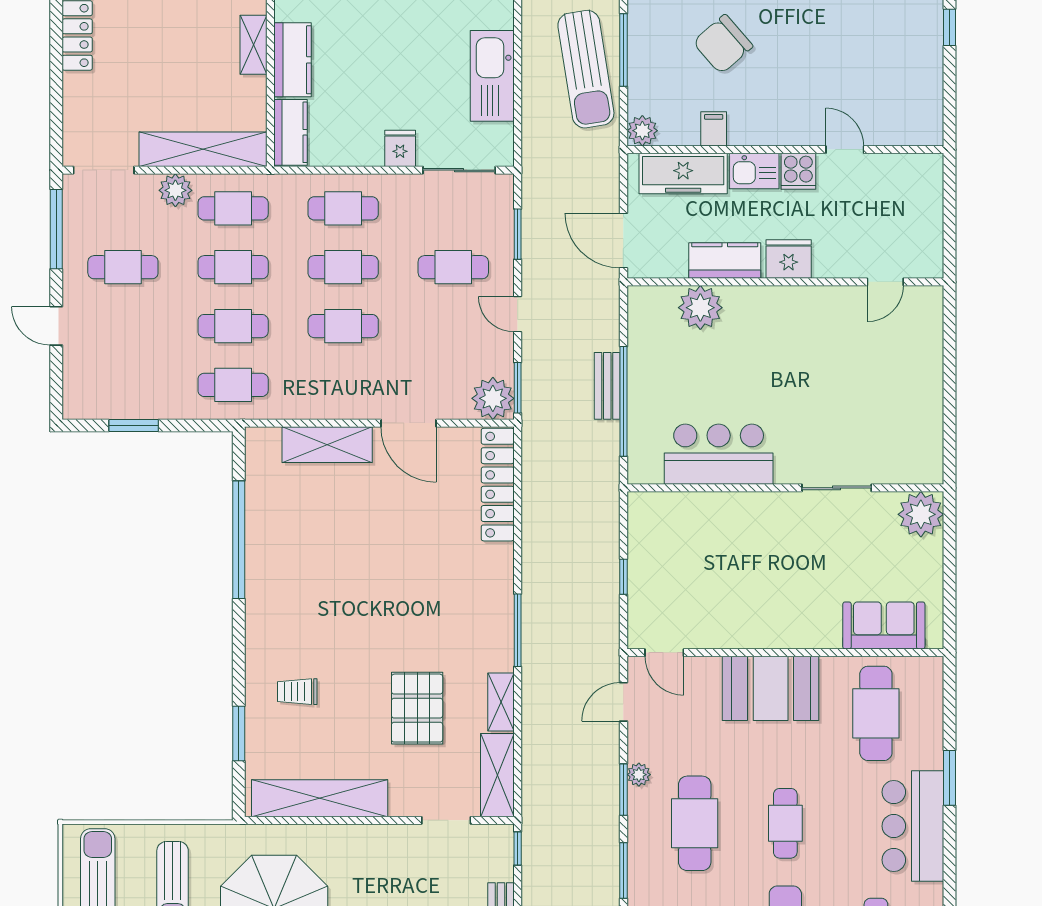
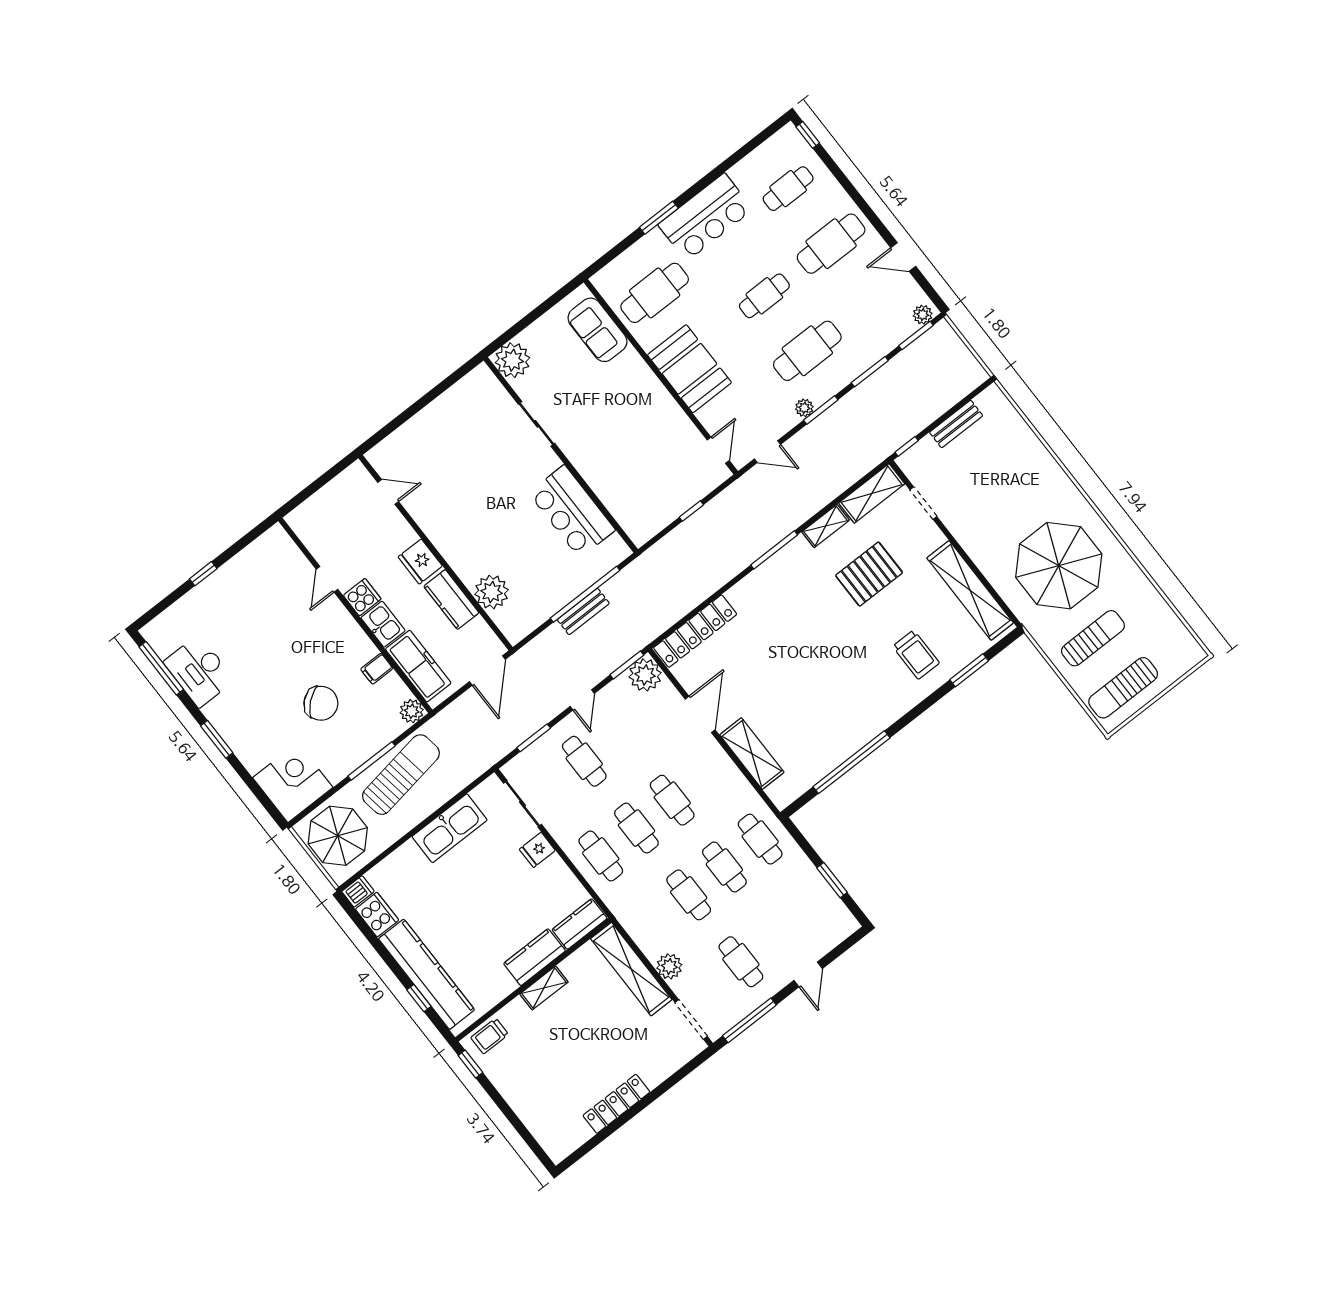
cafe table: (233, 208) -> (653, 923), removed
trolley: (297, 692) -> (916, 655), width x1.36, depth x1.39

